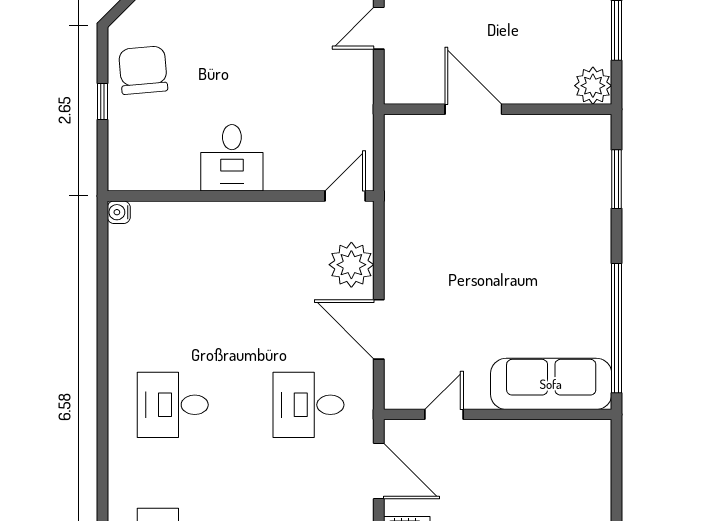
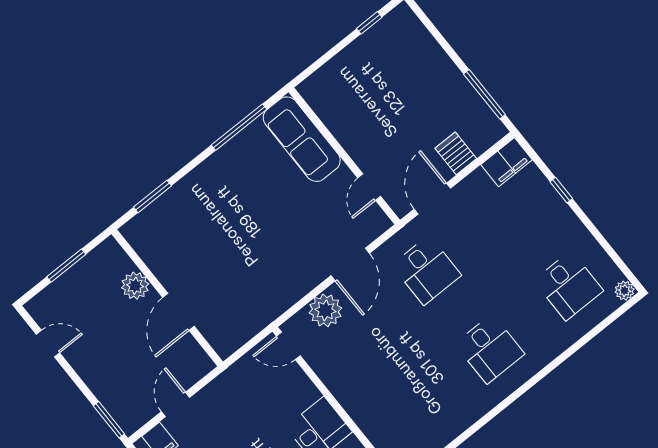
door: (379, 28) -> (175, 404), swing flipped
plant: (593, 86) -> (135, 286), moved
window: (617, 328) -> (239, 127), width x0.68
door: (444, 414) -> (369, 187), hinge flipped

